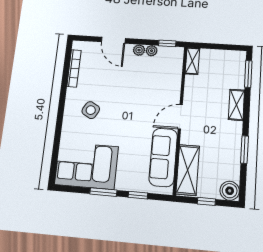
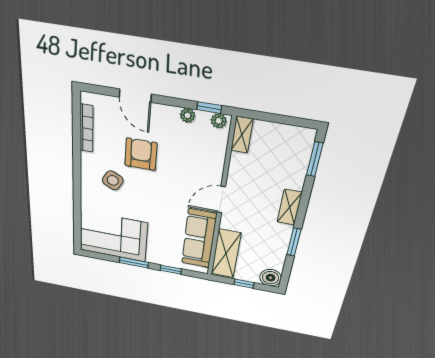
plant: (139, 50) -> (219, 121), moved
armchair: (115, 85) -> (141, 154), added
shelving: (236, 105) -> (290, 207), moved

